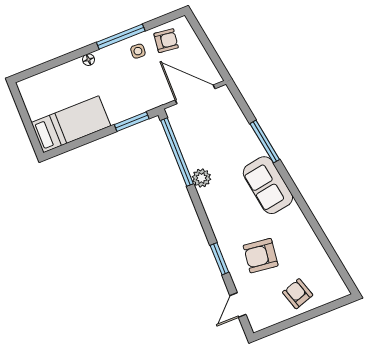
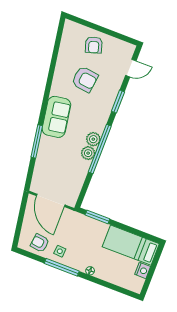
nightstand: (35, 109) -> (143, 270), added
window: (177, 152) -> (100, 149), moved
plant: (209, 197) -> (93, 139), added
armchair: (261, 256) -> (85, 79), moved

